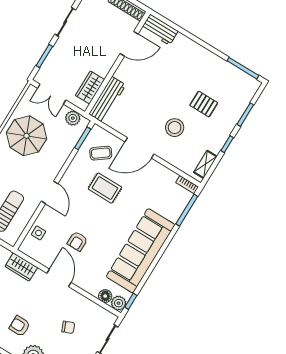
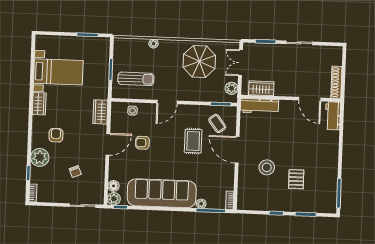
shelving: (205, 164) -> (252, 205), removed
plant: (174, 216) -> (201, 204), added

